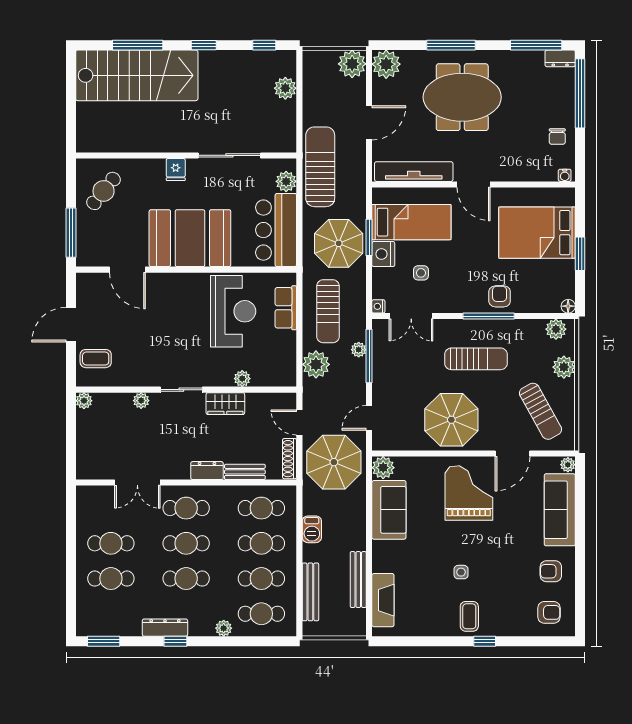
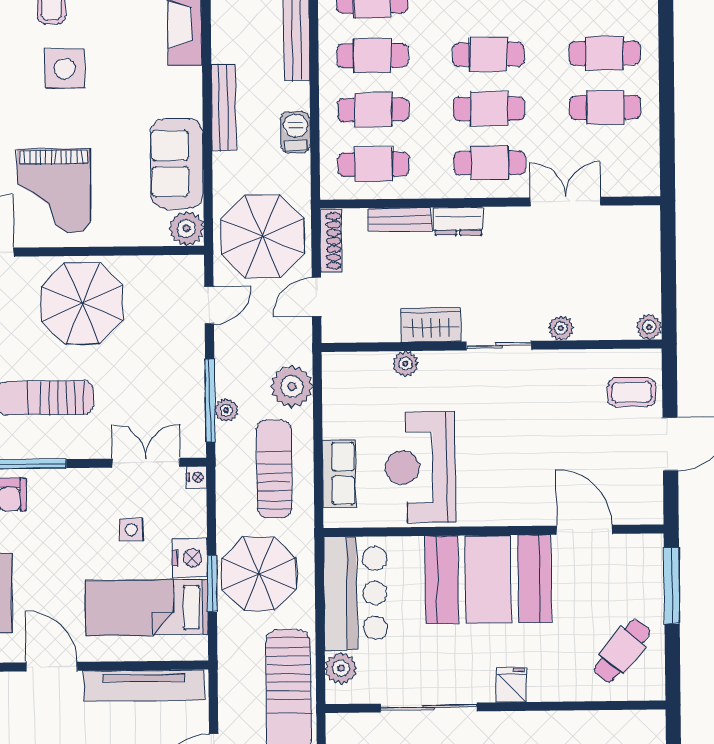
door: (299, 422) -> (316, 297), swing flipped
side table: (461, 572) -> (65, 69), width x1.87, depth x1.87
bench: (358, 580) -> (224, 107), moved

